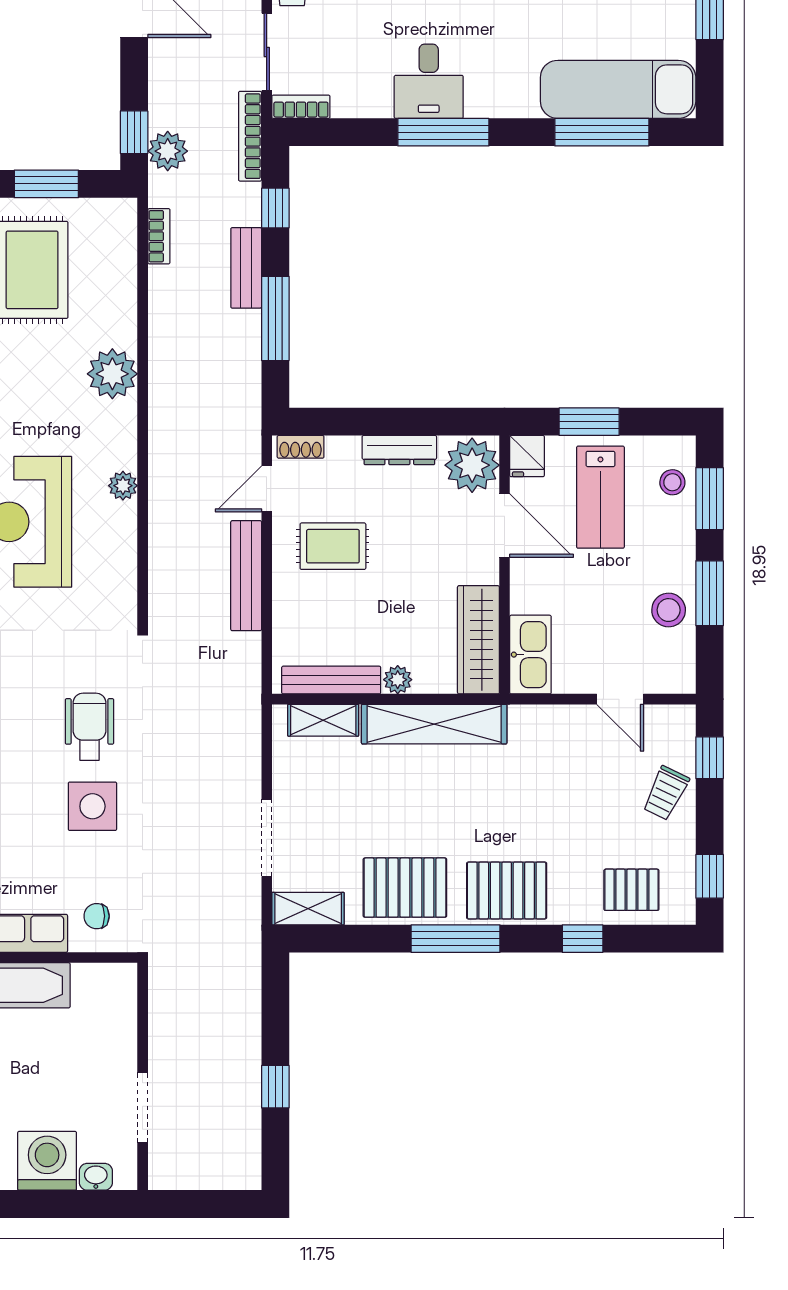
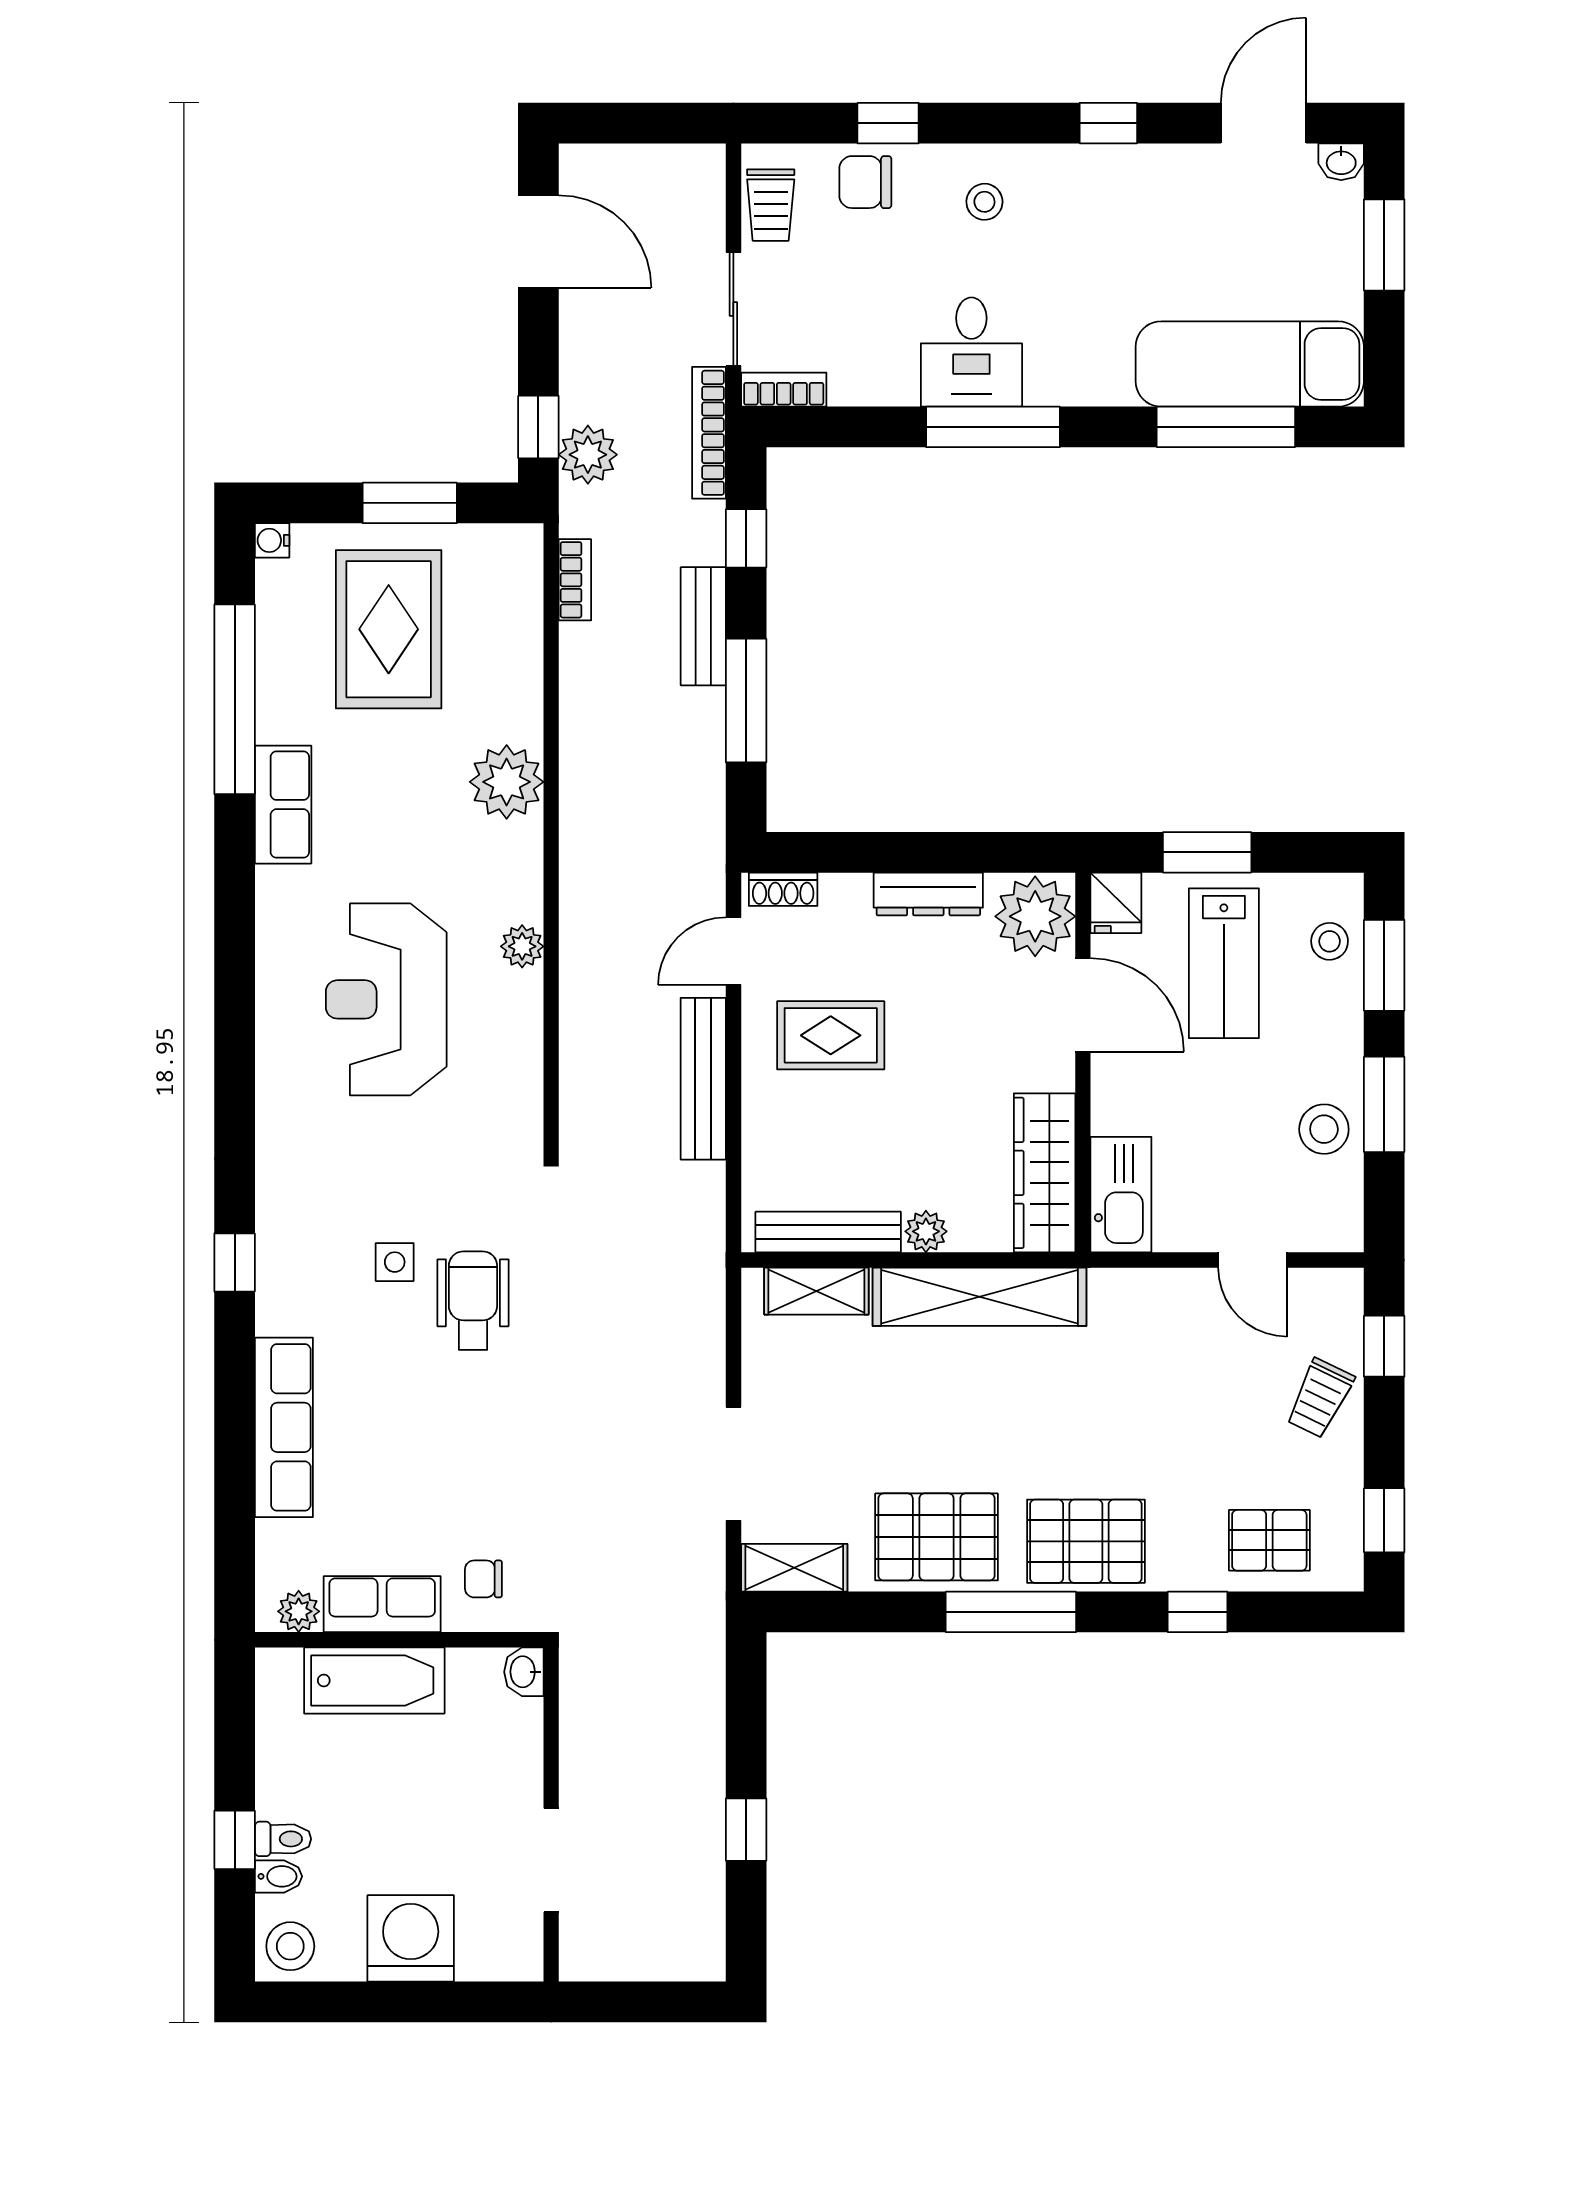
side table: (92, 806) -> (395, 1262), moved, width x0.54, depth x0.54
washbasin: (96, 1177) -> (524, 1672), moved, turned -90

